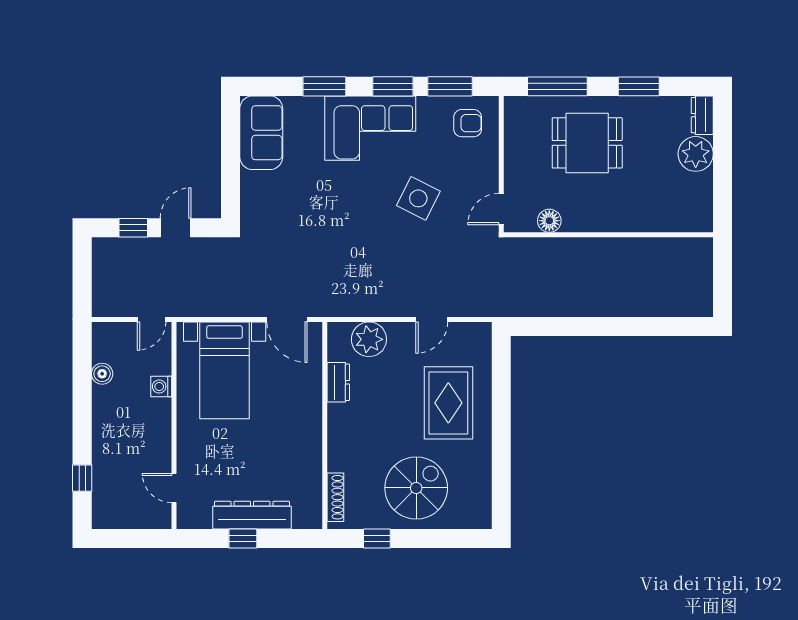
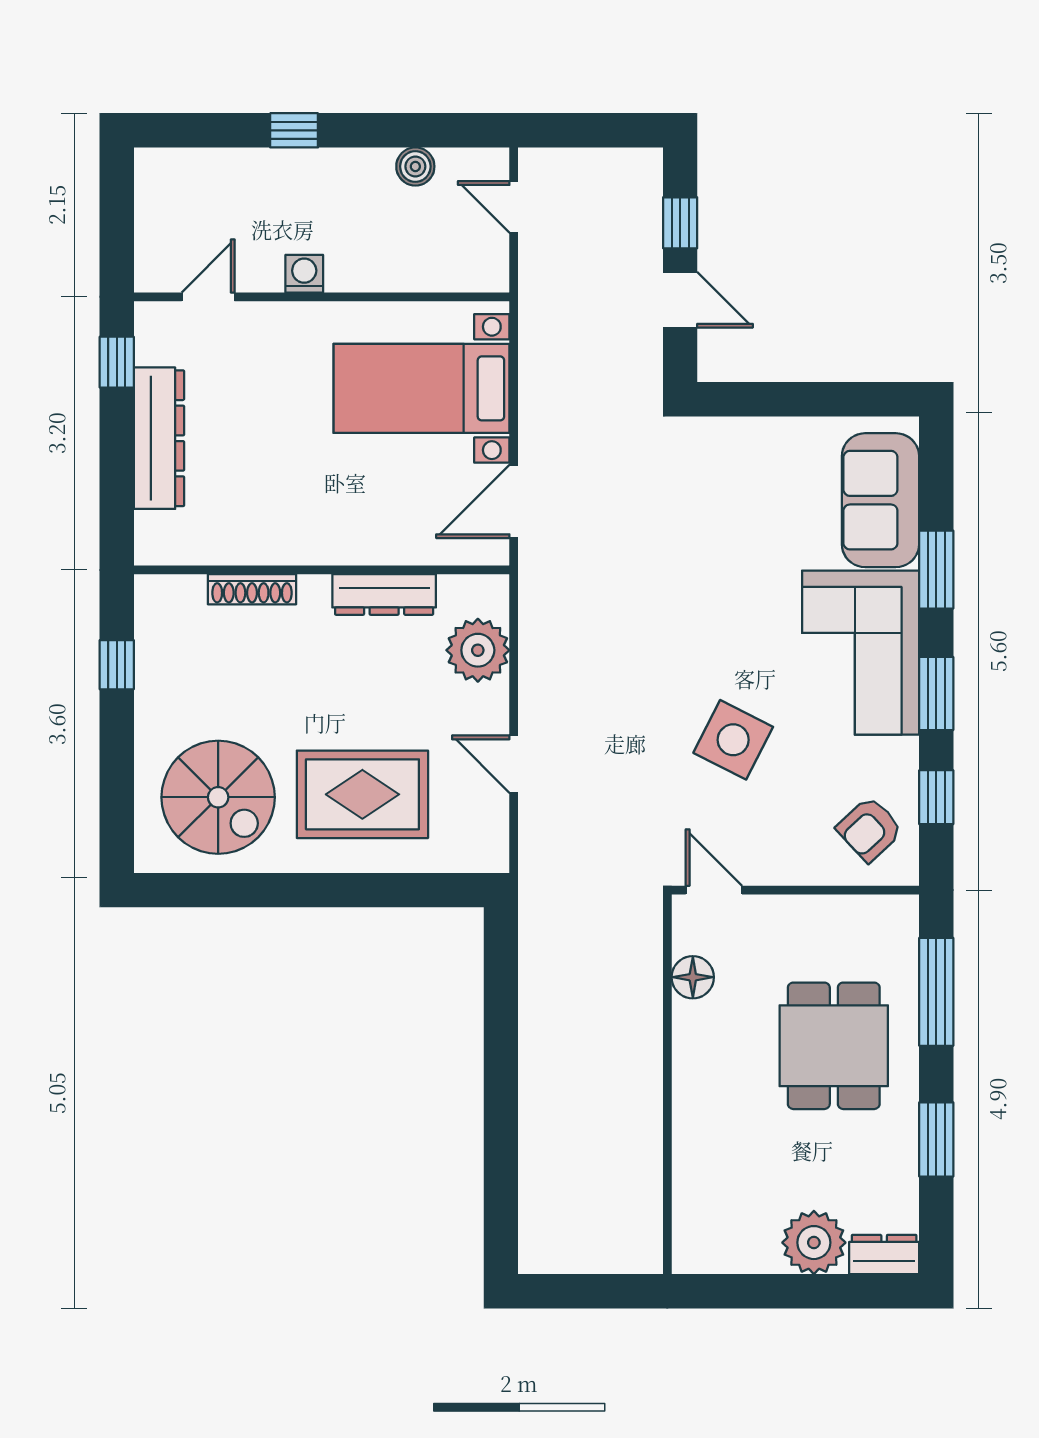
window: (450, 86) -> (936, 797), width x0.67
armchair: (468, 123) -> (870, 829), turned 47
sofa: (261, 133) -> (880, 500), moved, turned 90
door: (152, 319) -> (514, 207), moved
dresser: (338, 382) -> (384, 595), width x1.44
washing machine: (161, 386) -> (304, 274), moved
window: (82, 478) -> (294, 130), moved
spiral stairs: (416, 488) -> (218, 797), moved
shoe rack: (335, 497) -> (252, 589), moved
window: (243, 538) -> (117, 362), moved

